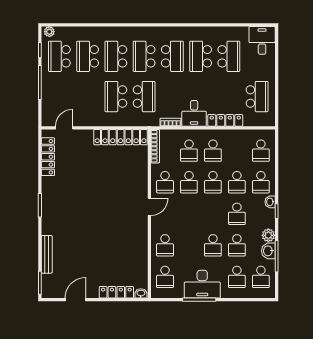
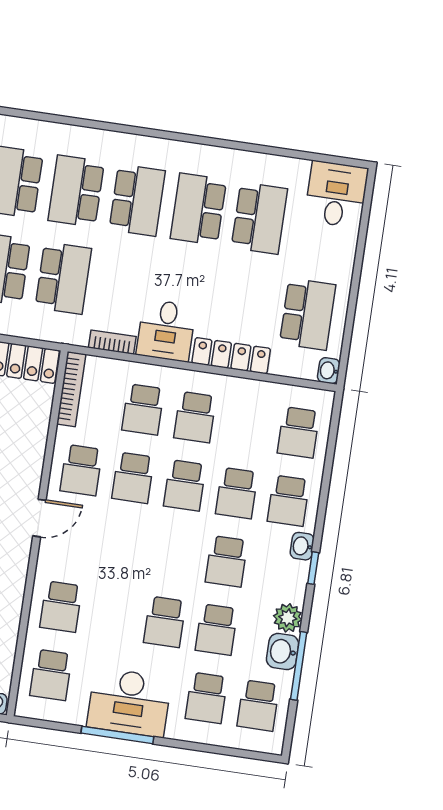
washbasin: (270, 121) -> (329, 371), added

